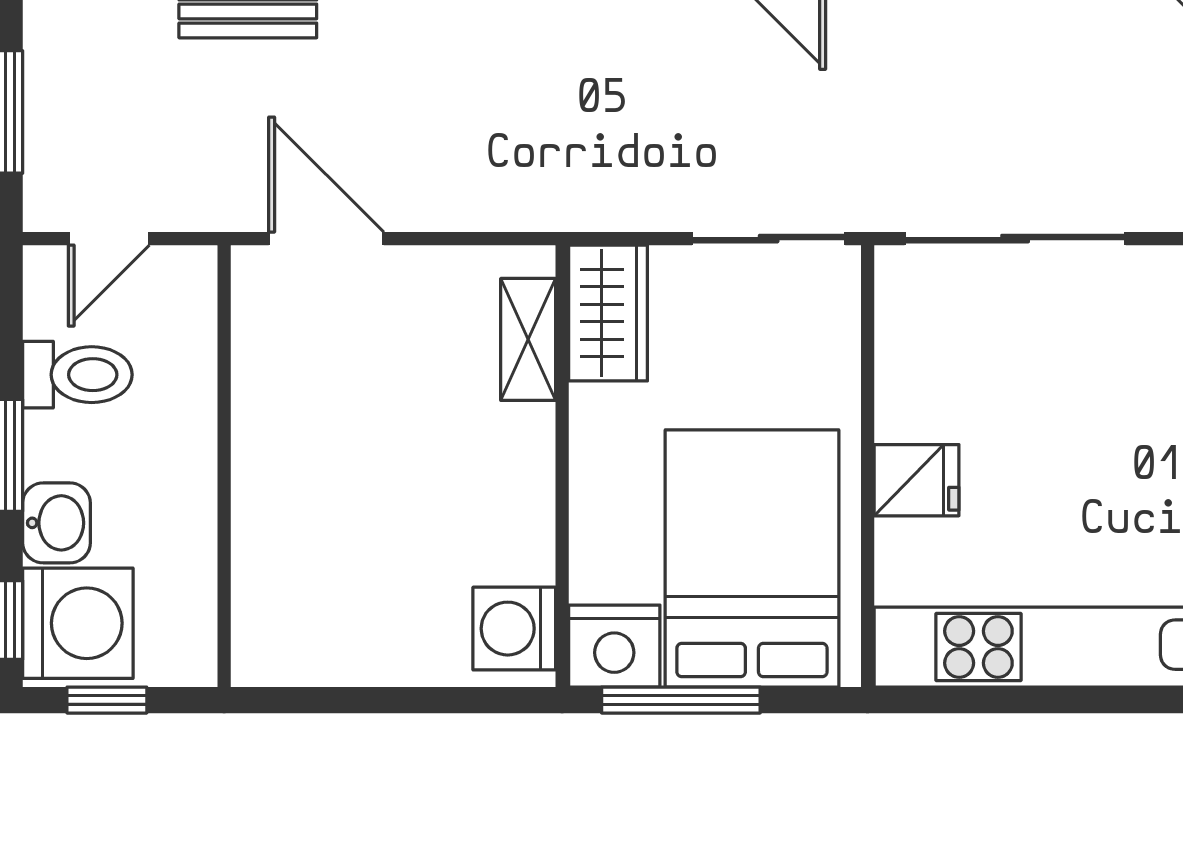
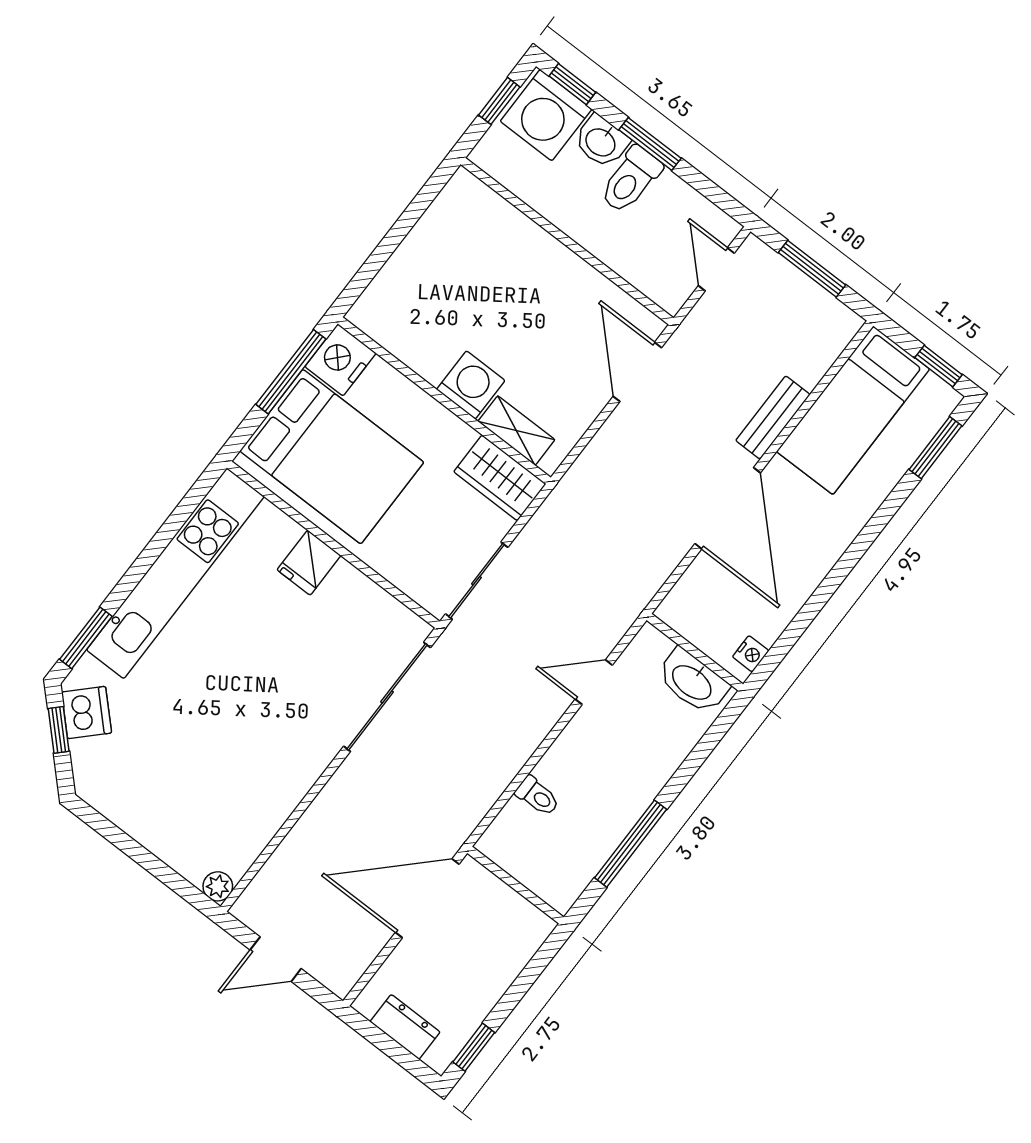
door: (326, 239) -> (637, 372), swing flipped
toilet: (77, 375) -> (631, 180), moved
washing machine: (514, 629) -> (471, 385), moved

